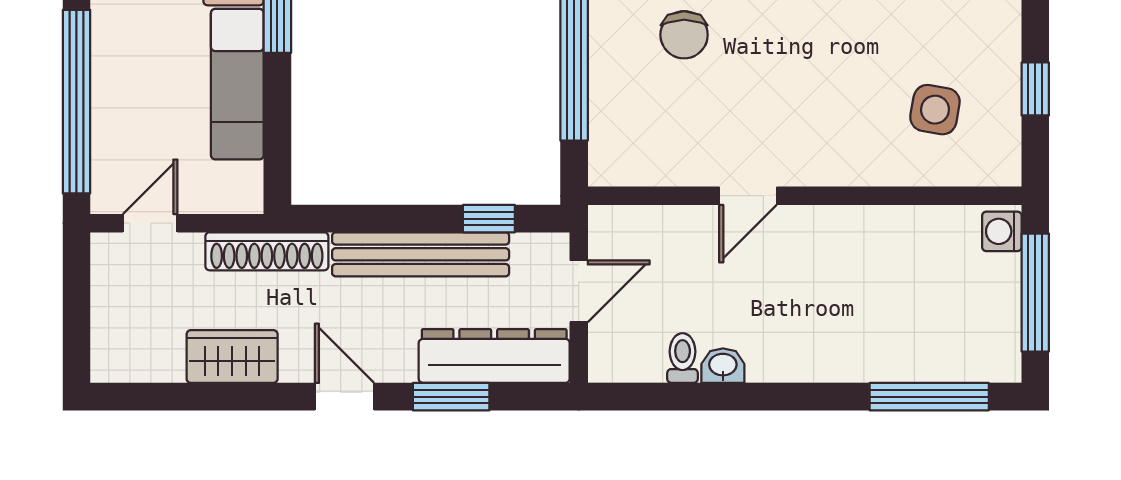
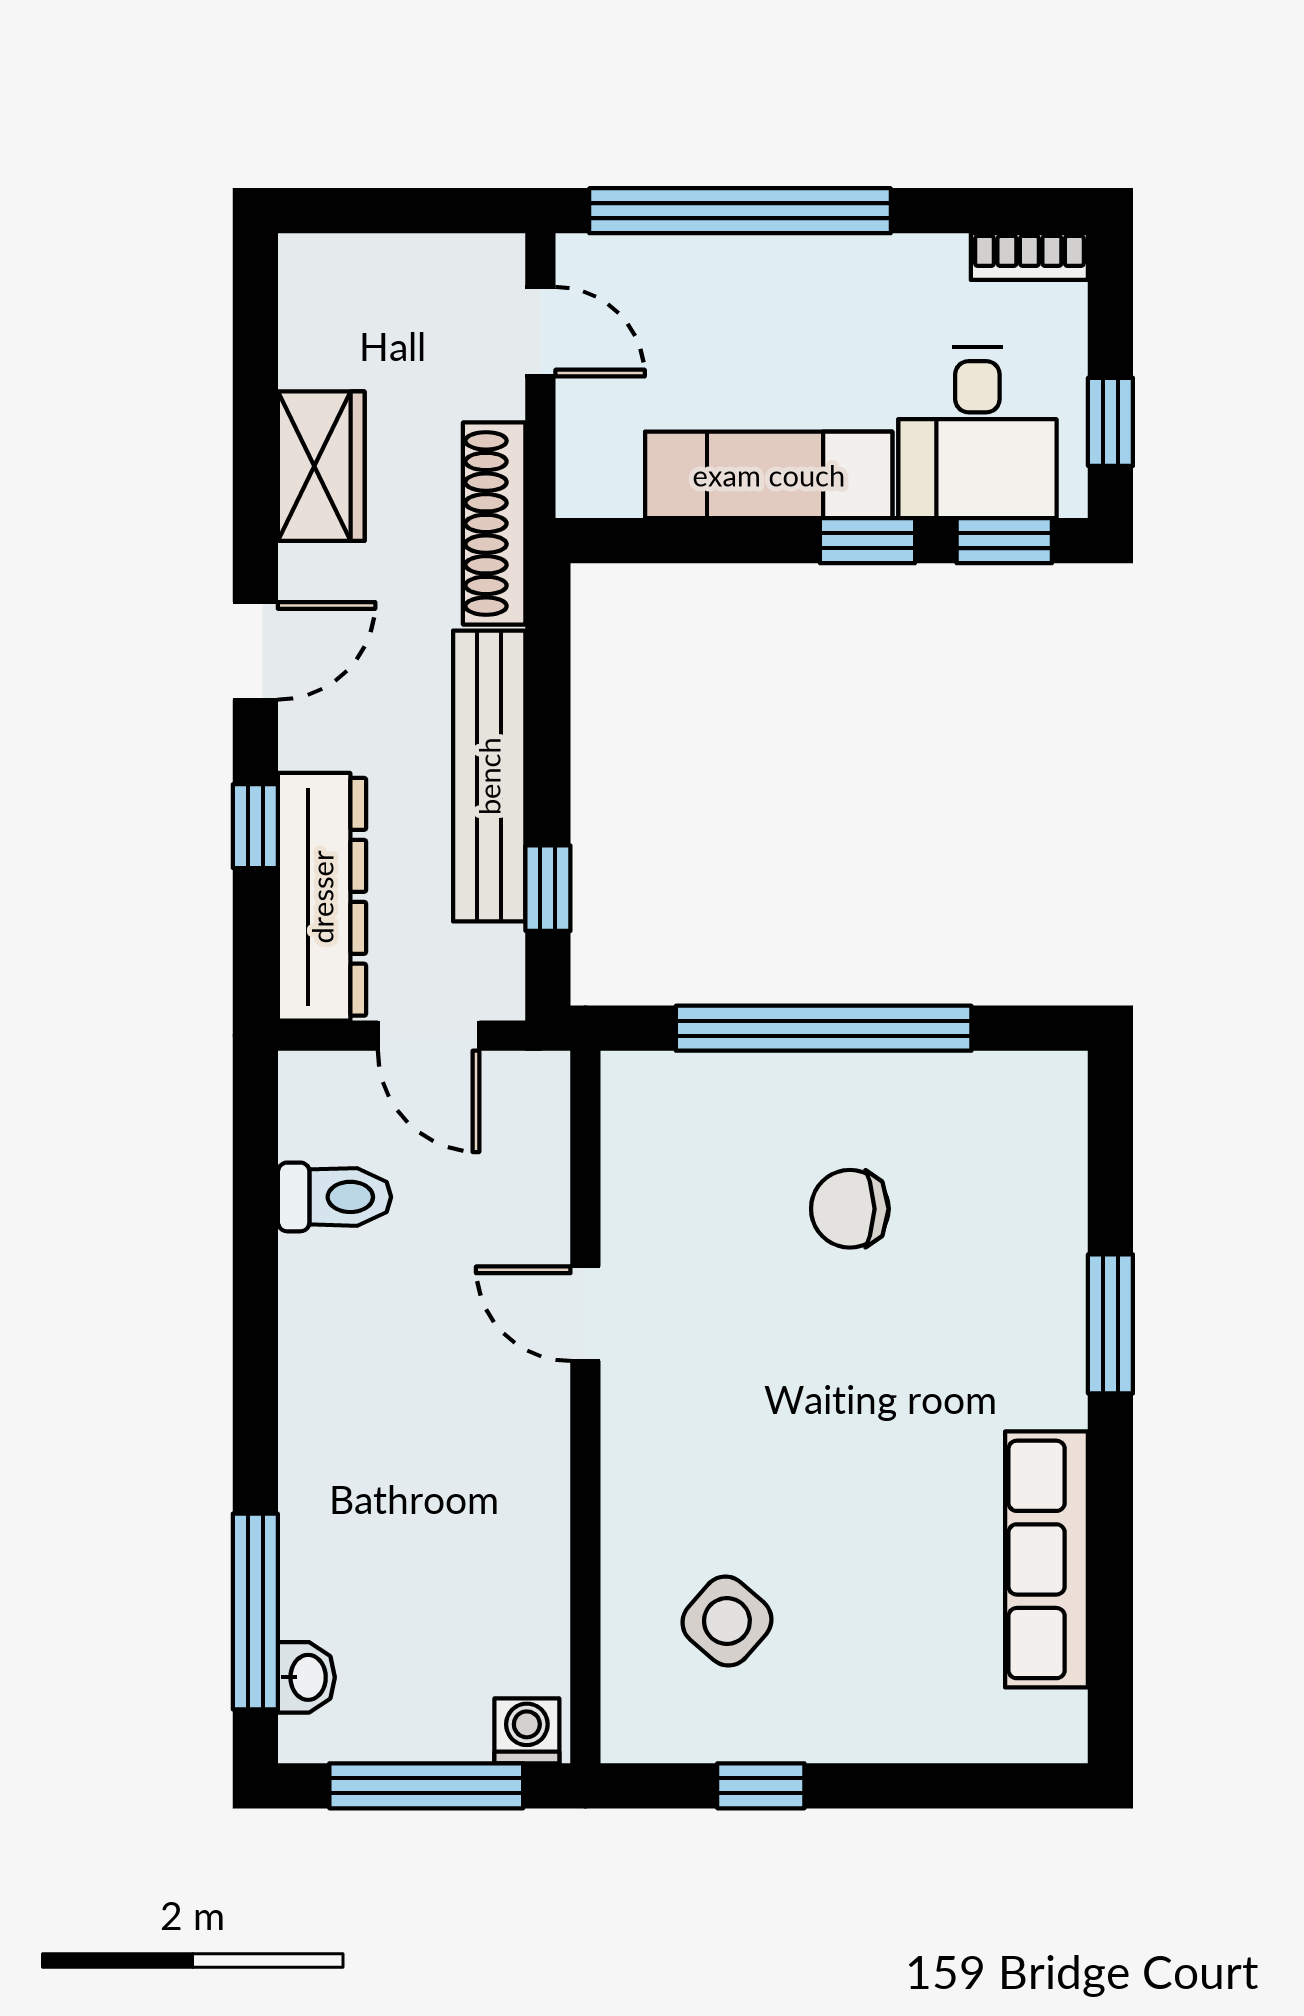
side table: (935, 110) -> (727, 1621), turned 31
toilet: (683, 358) -> (334, 1197), width x1.37, depth x1.39
washbasin: (723, 366) -> (306, 1677), moved
window: (451, 397) -> (255, 826), width x0.67

